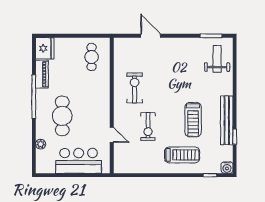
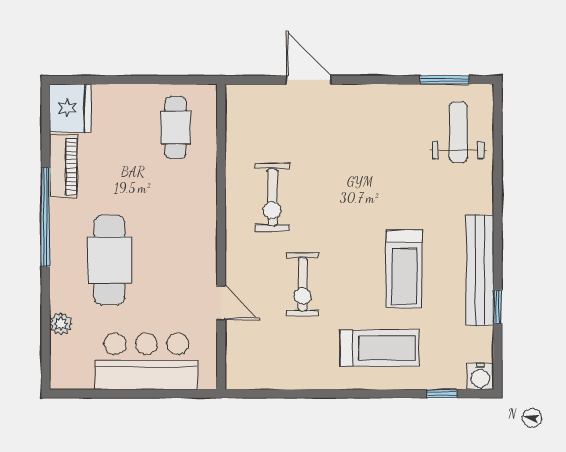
exercise bike: (135, 88) -> (272, 197), turned 180

